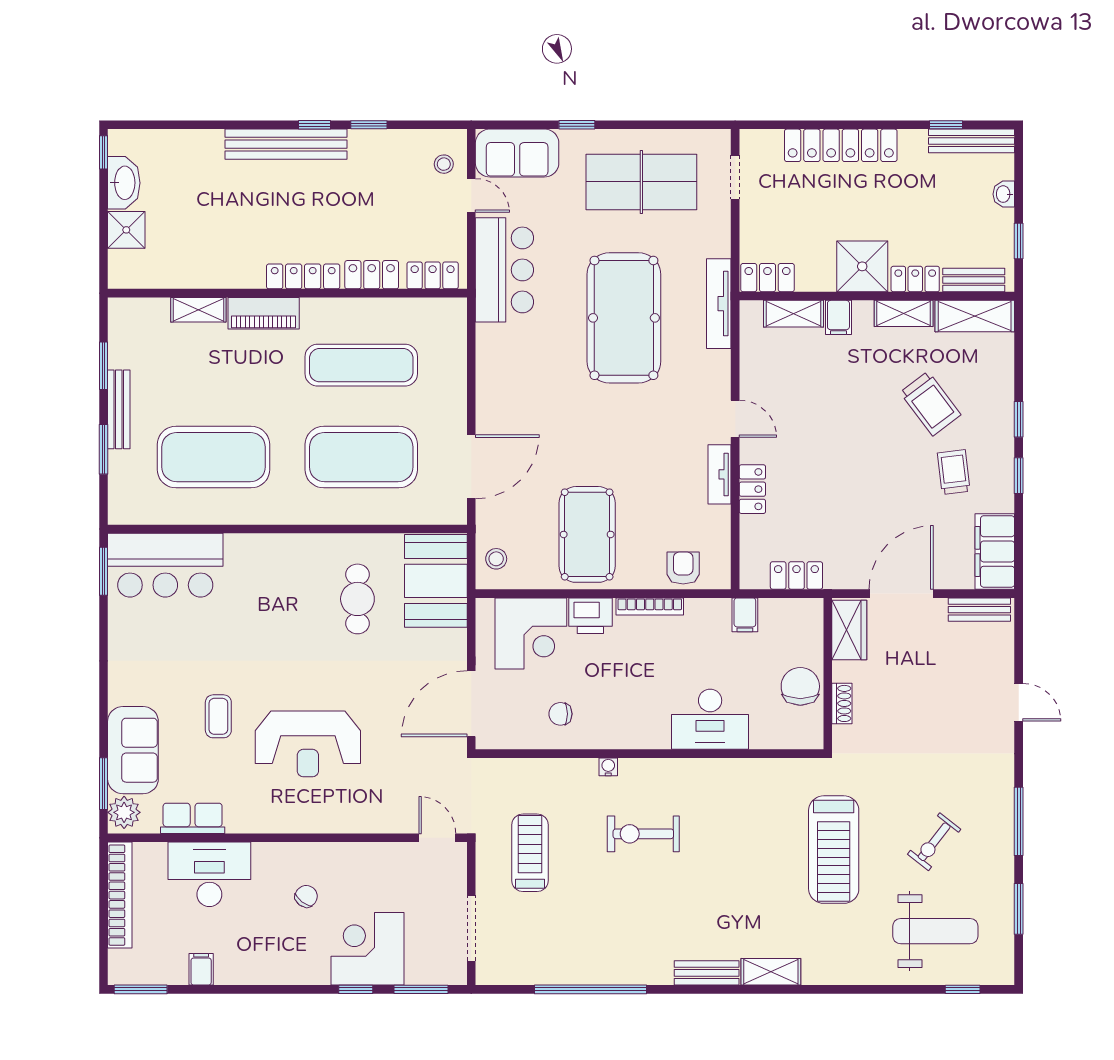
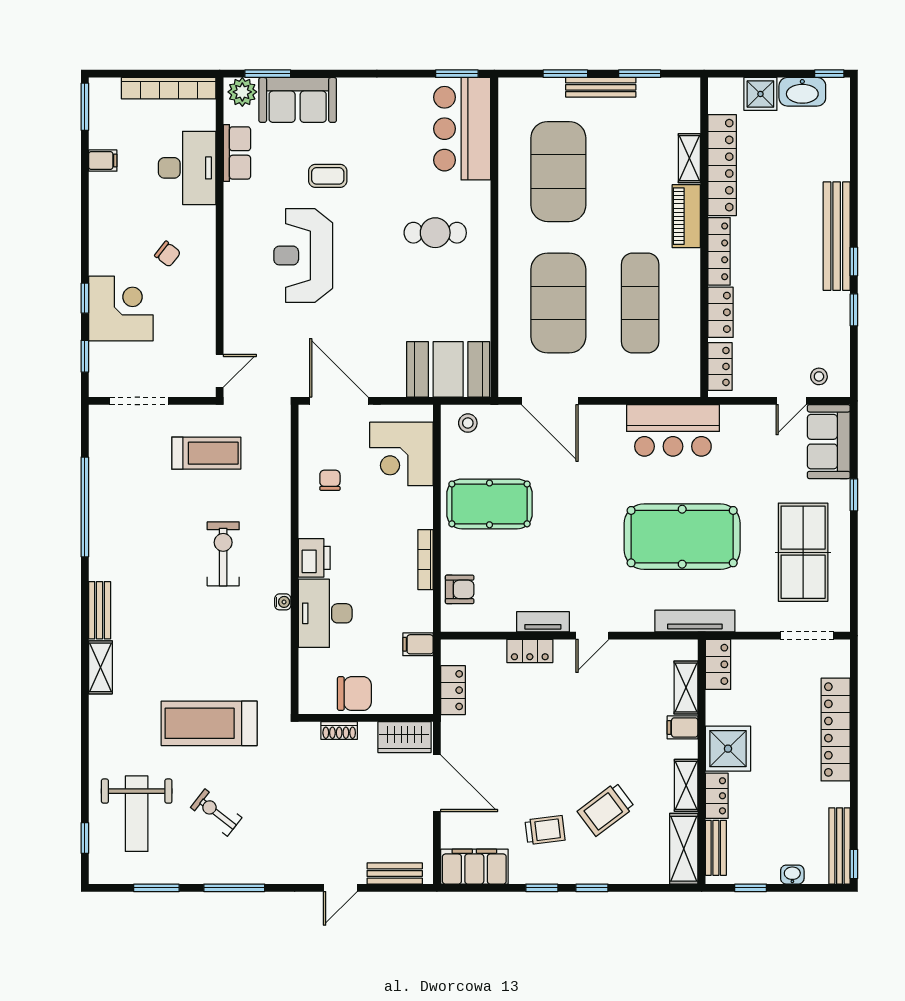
window: (946, 125) -> (854, 864), moved
doorway: (735, 177) -> (807, 636), width x1.38
bar counter: (504, 270) -> (673, 430), moved
locker: (206, 273) -> (722, 165), added
cafe table: (357, 599) -> (435, 233), moved
bench: (979, 610) -> (395, 873), moved, turned 90
printer: (590, 616) -> (314, 558), moved, turned 180
water cooler: (608, 767) -> (283, 602), moved
window: (421, 989) -> (85, 356), width x0.67

